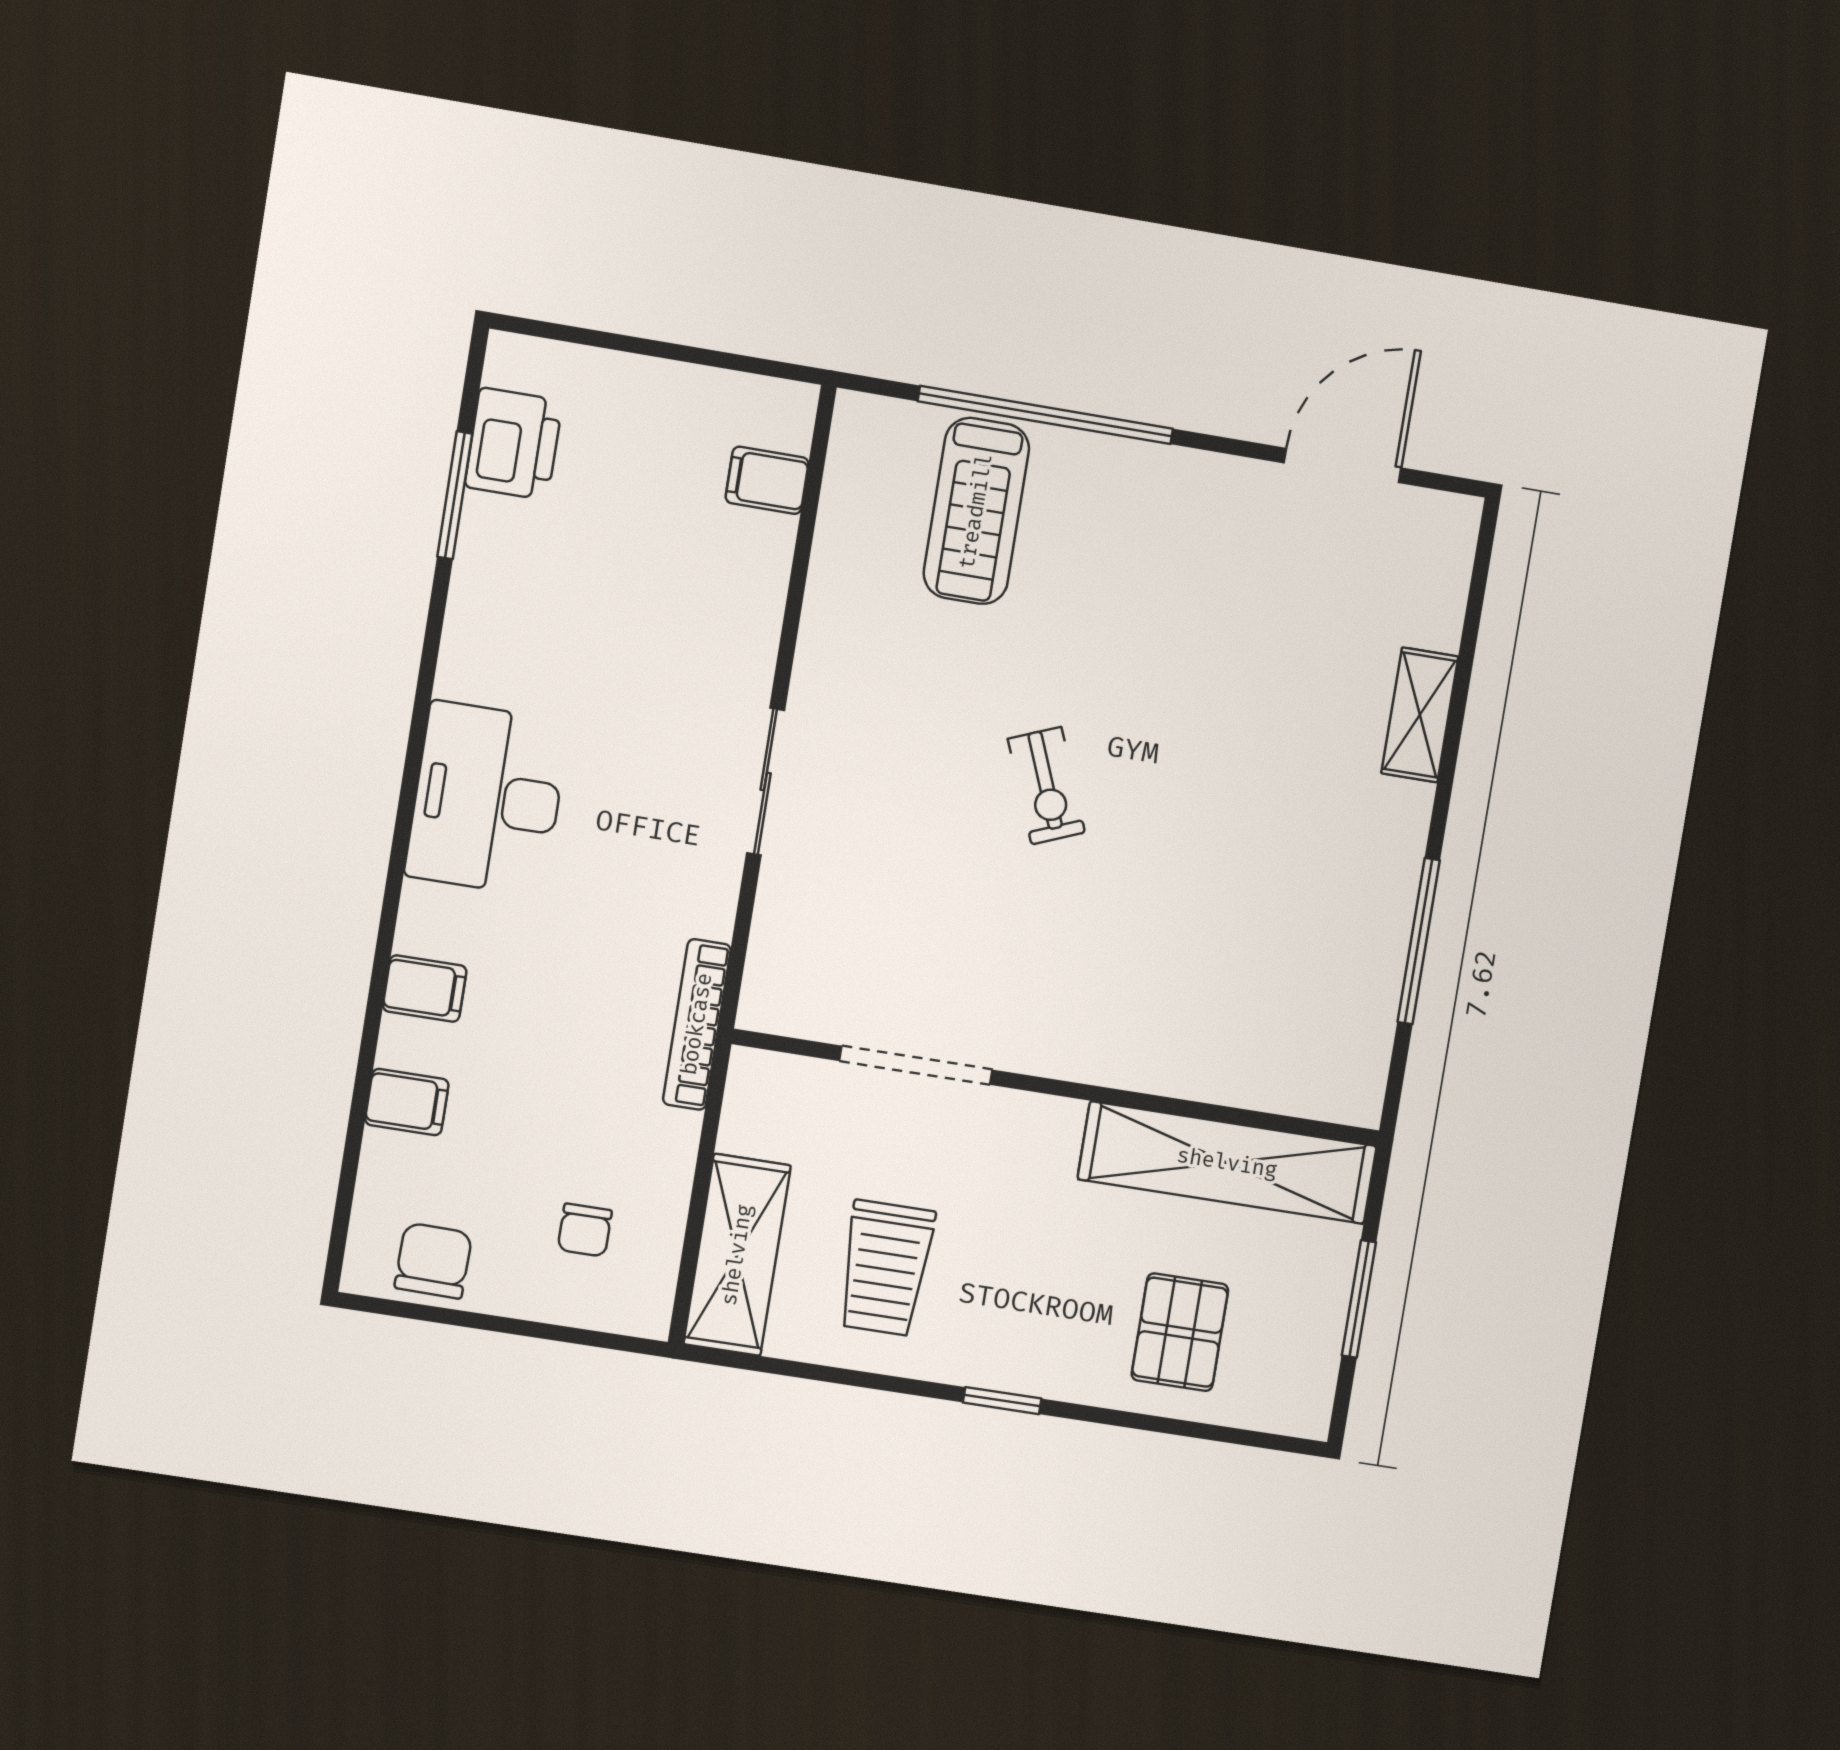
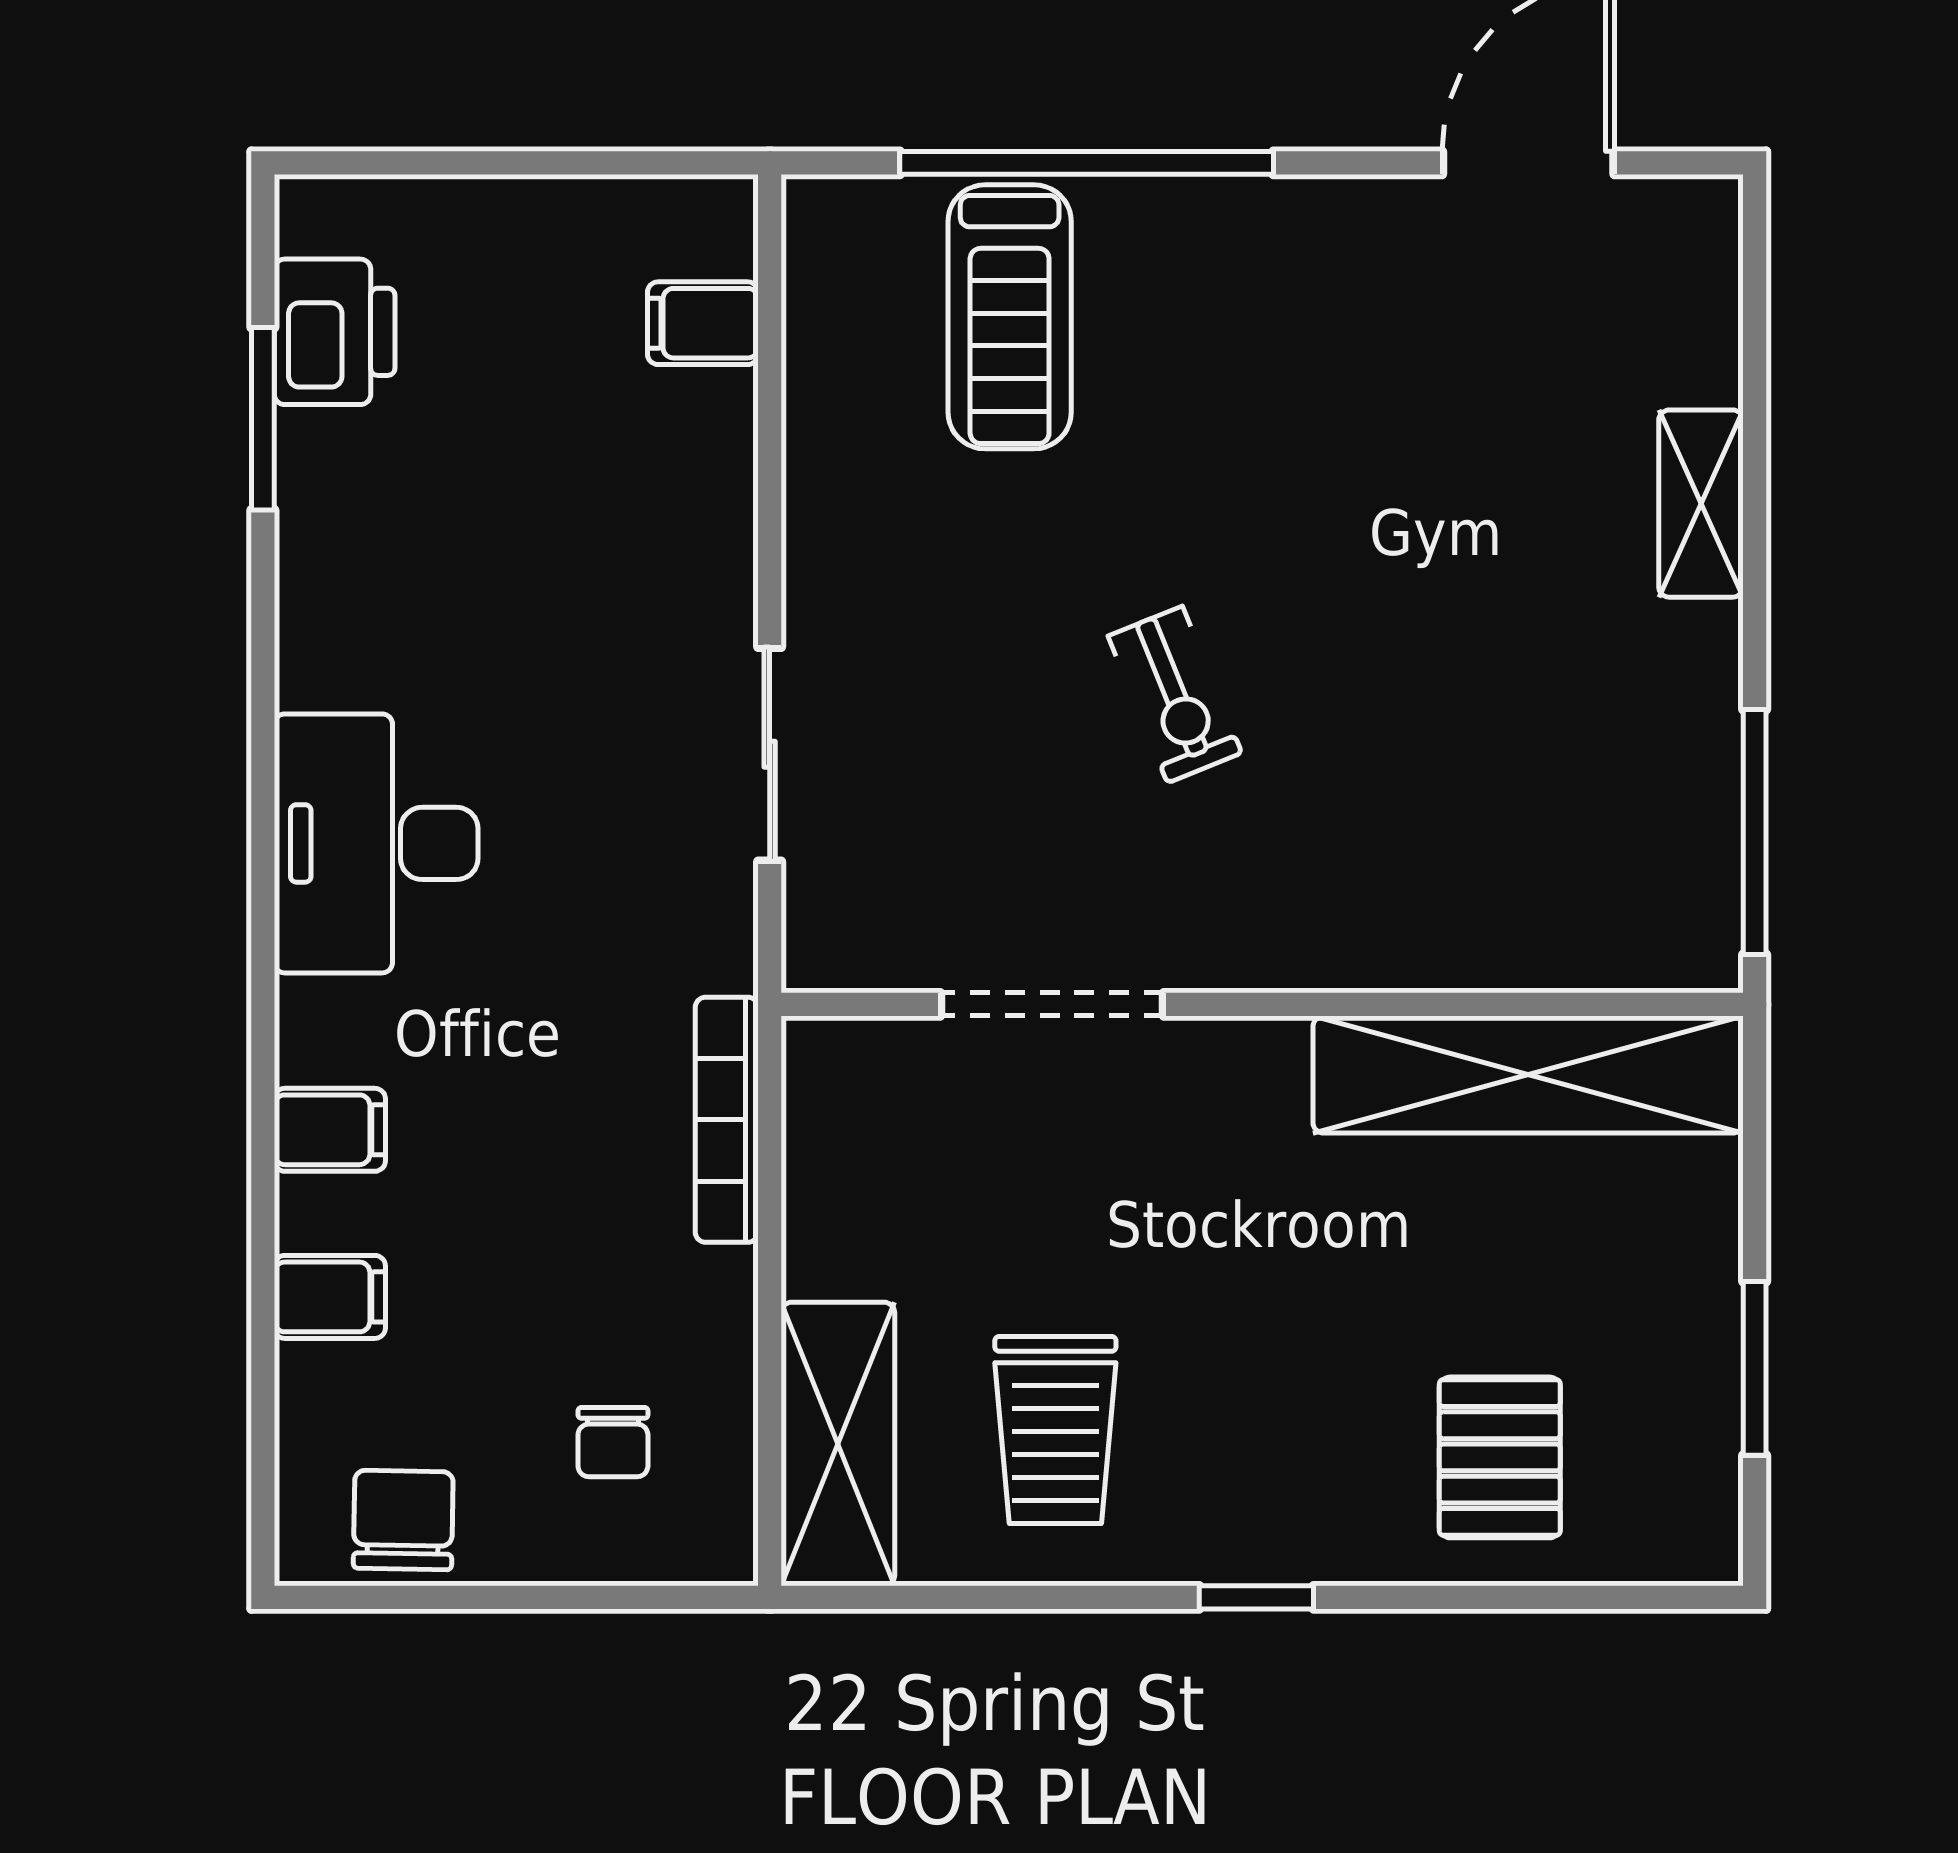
doorway: (916, 1065) -> (1052, 1004), moved
wall: (1057, 1088) -> (1262, 1004), moved
shelving: (1227, 1163) -> (1528, 1075), moved

